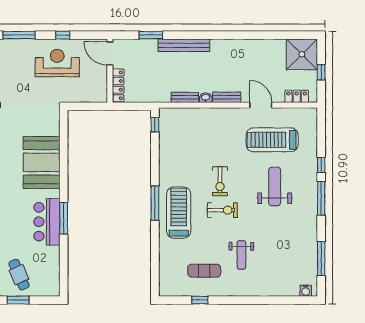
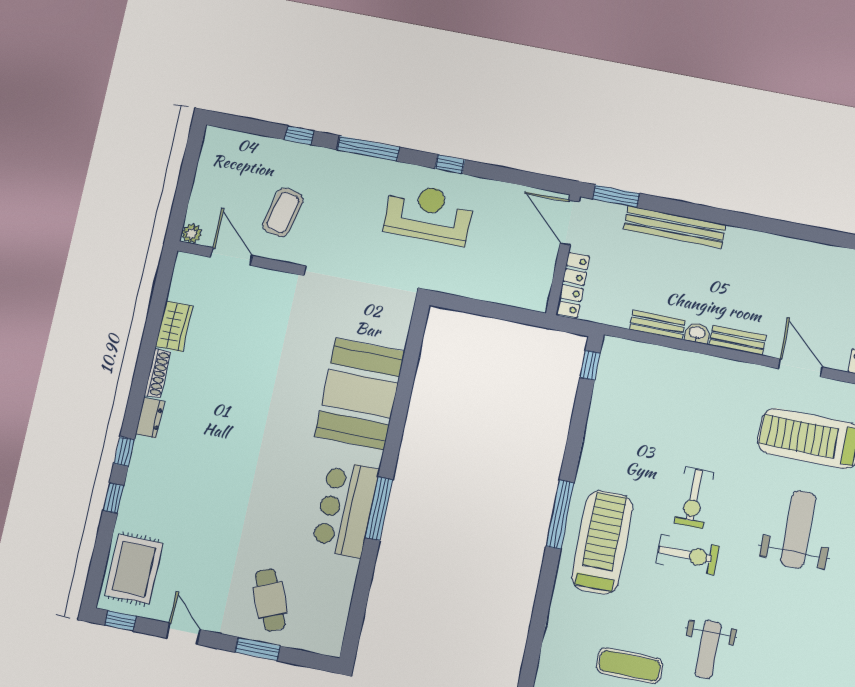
door: (110, 53) -> (570, 223), moved
wall: (110, 71) -> (563, 255), moved
locker: (118, 85) -> (573, 285), moved

